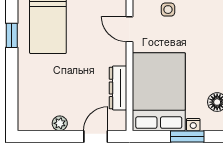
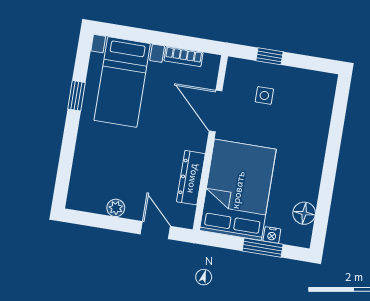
door: (130, 29) -> (216, 111), width x1.38
door: (96, 136) -> (155, 230), hinge flipped

